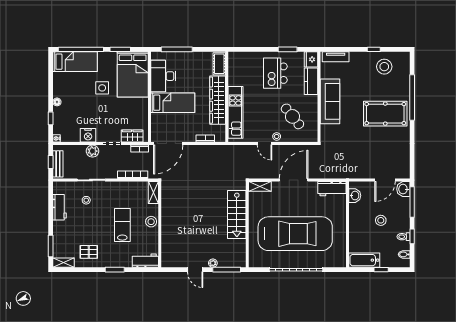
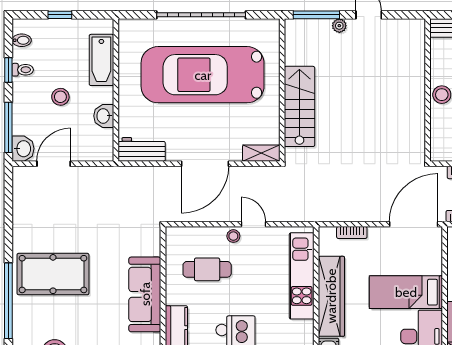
cafe table: (292, 116) -> (207, 269), turned -51
shelving: (153, 193) -> (438, 143), removed
washbasin: (355, 196) -> (104, 116), moved
bathtub: (364, 260) -> (101, 60), moved, turned 90

